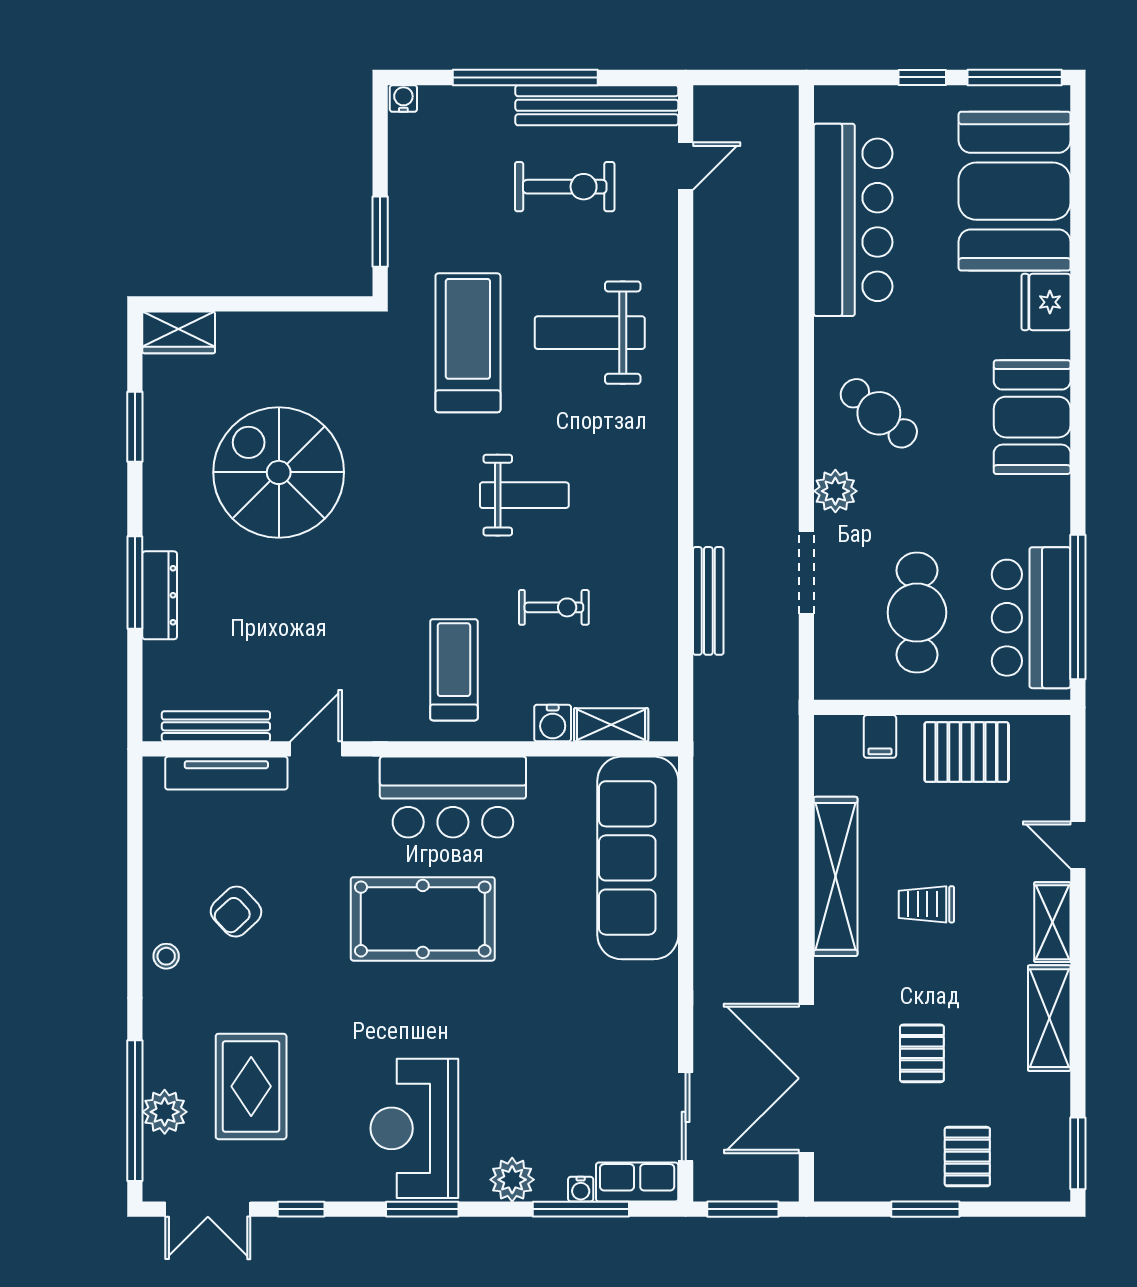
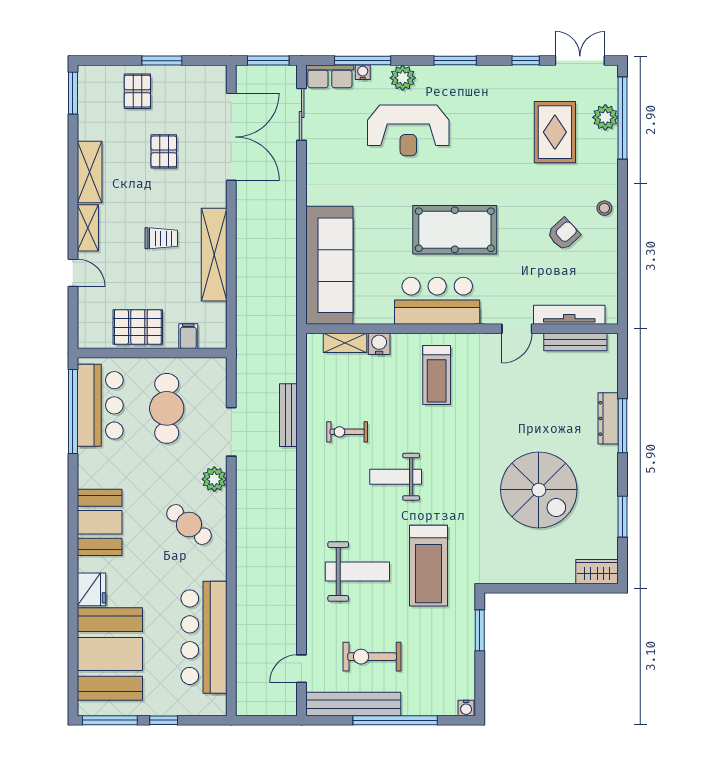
exercise bike: (554, 607) -> (347, 432), moved
reception desk: (414, 1128) -> (408, 130), moved, turned 90

